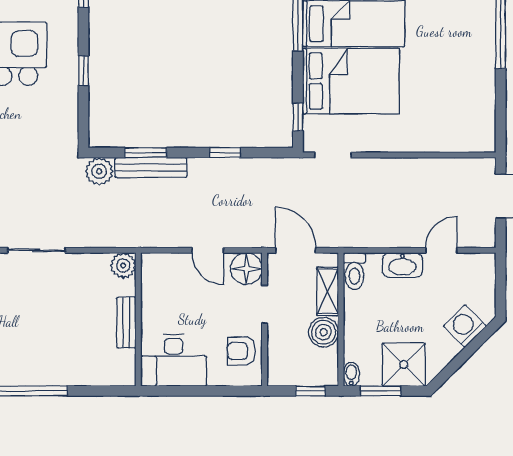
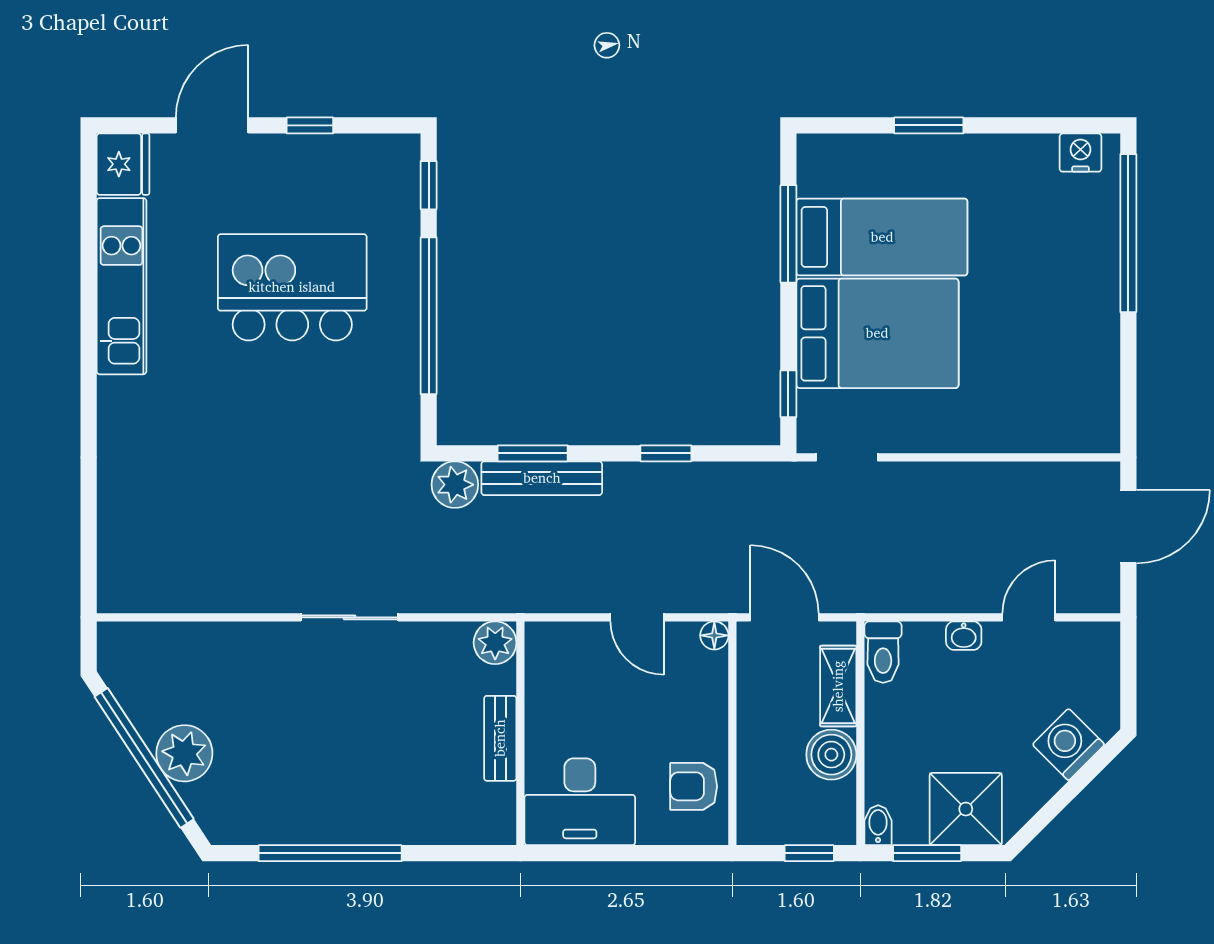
window: (83, 71) -> (429, 316), width x3.17
washbasin: (402, 265) -> (964, 636), width x0.52, depth x0.69
floor lamp: (246, 269) -> (714, 635), width x0.53, depth x0.53
doorway: (265, 304) -> (732, 708), removed

